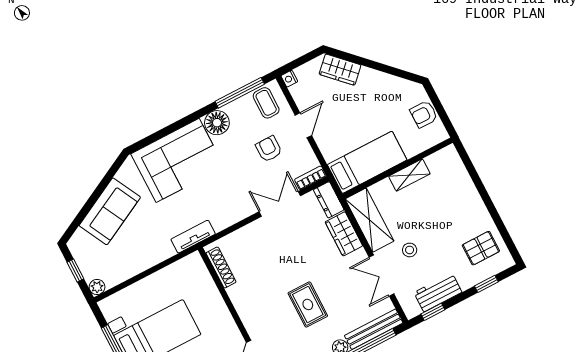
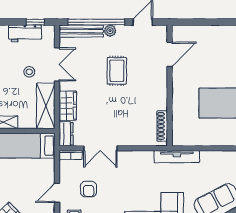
tv unit: (193, 237) -> (177, 157), width x1.41

